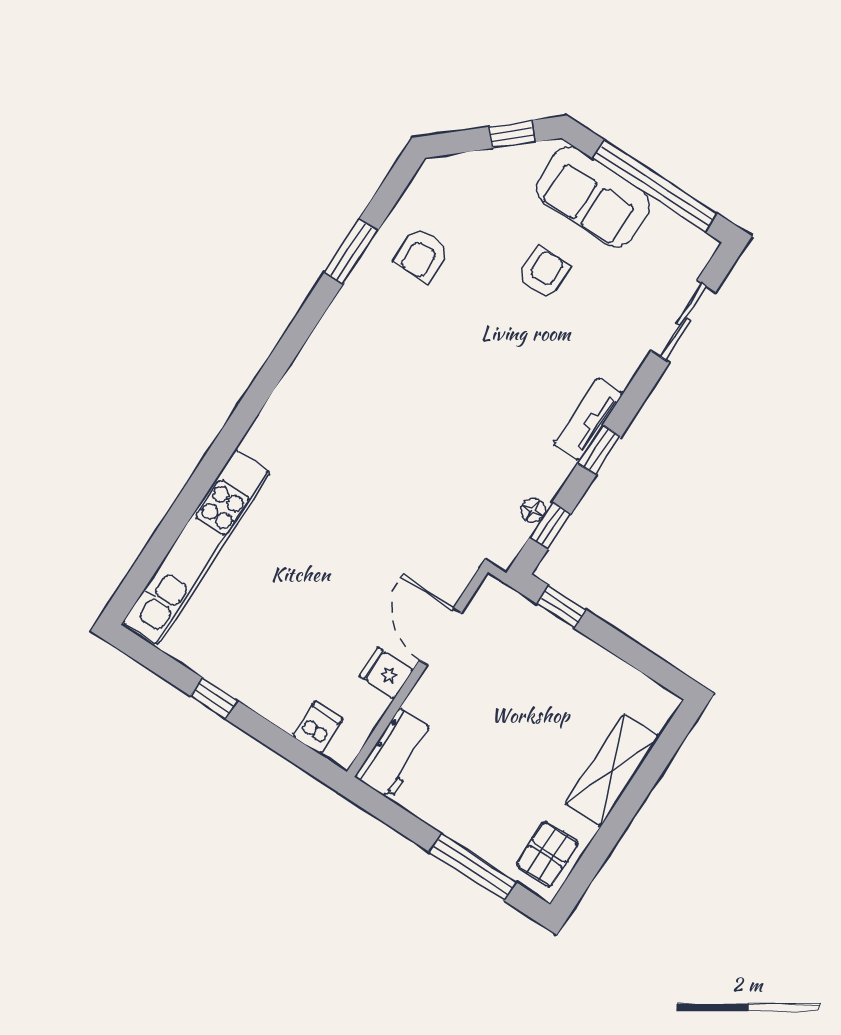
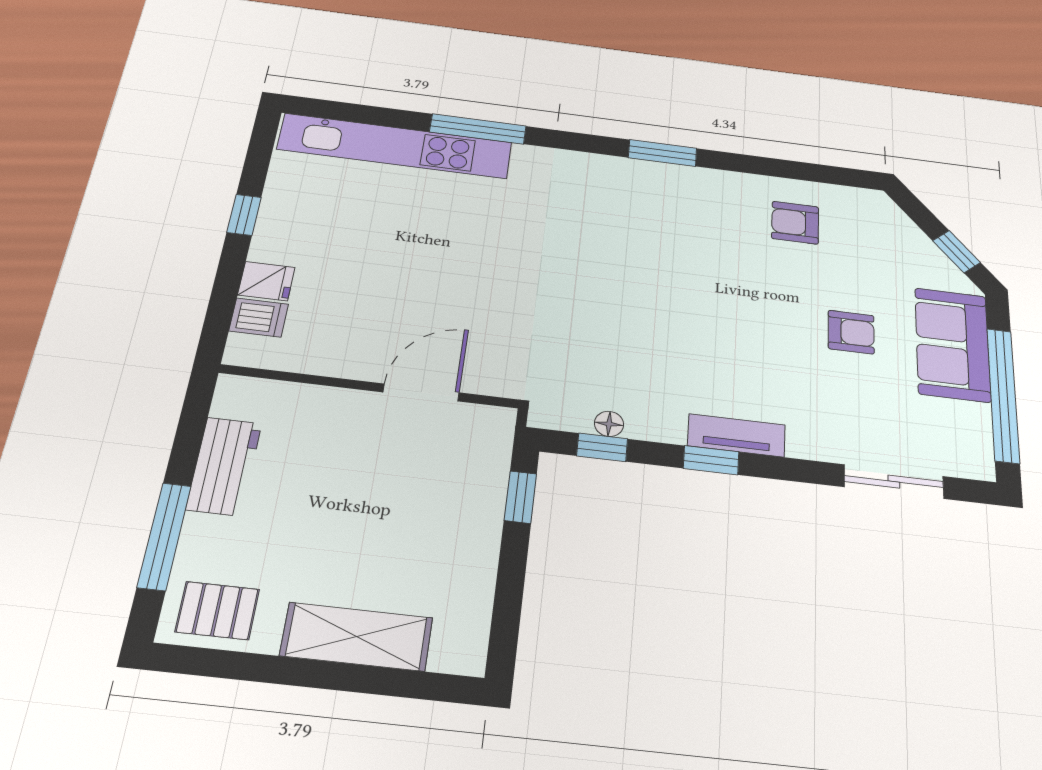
window: (351, 252) -> (663, 153), moved
window: (209, 470) -> (478, 129), added
fridge: (386, 673) -> (266, 281), moved, turned 90
workbench: (395, 754) -> (224, 466), moved, turned -90

